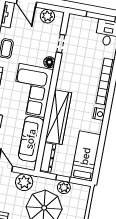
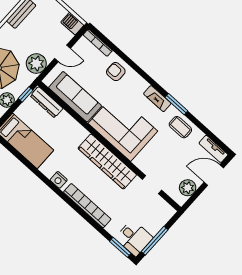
floor lamp: (49, 62) -> (141, 162), removed
wardrobe: (58, 117) -> (107, 162), moved
window: (63, 178) -> (26, 94), moved

